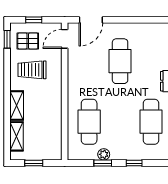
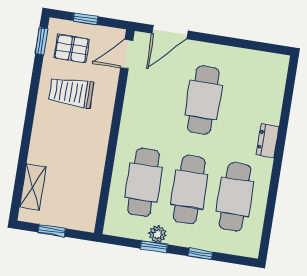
shelving: (17, 106) -> (40, 141), removed
cafe table: (120, 122) -> (189, 190), added

